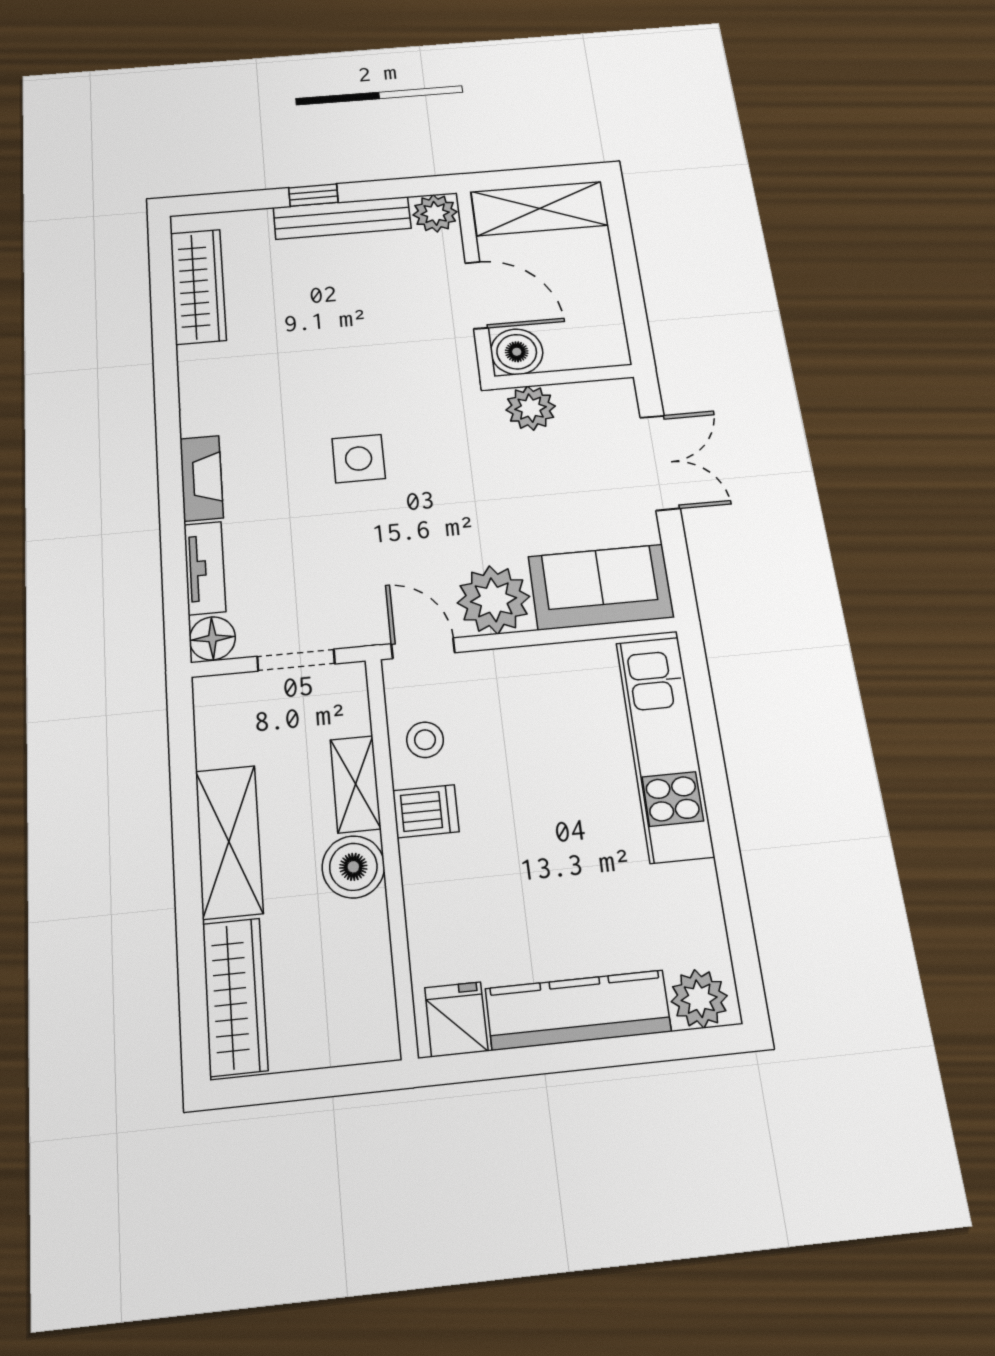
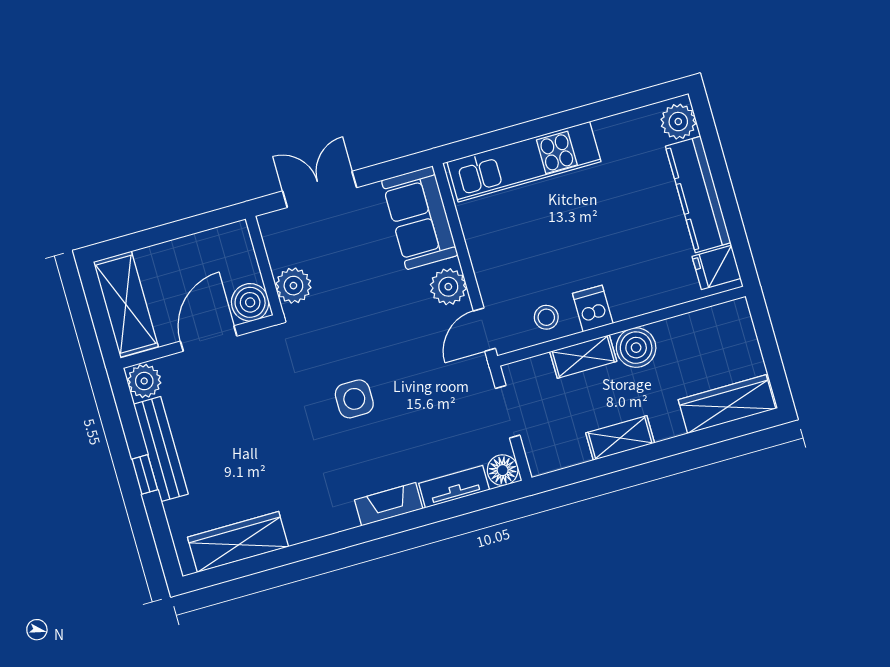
plant: (494, 600) -> (448, 287), width x0.73, depth x0.73
shelving: (229, 841) -> (620, 438), width x0.67, depth x0.75

